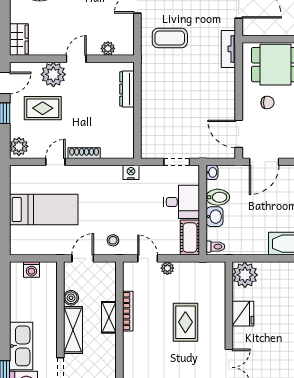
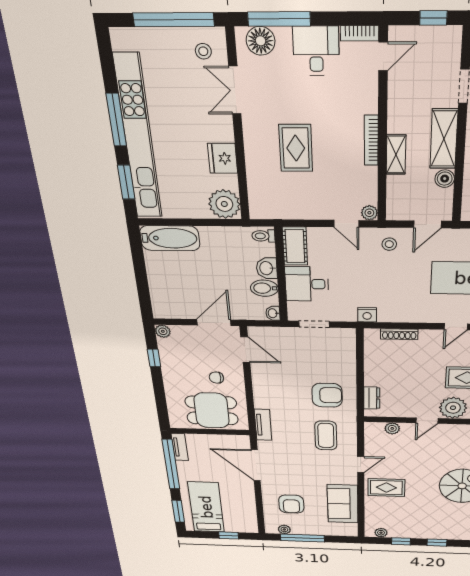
coffee table: (170, 38) -> (326, 435), turned 90
armchair: (167, 85) -> (327, 395), added
dresser: (127, 89) -> (372, 398), width x0.70
shoe rack: (84, 153) -> (399, 334), moved
plant: (167, 268) -> (369, 213), moved
bookcase: (128, 311) -> (371, 140), moved

